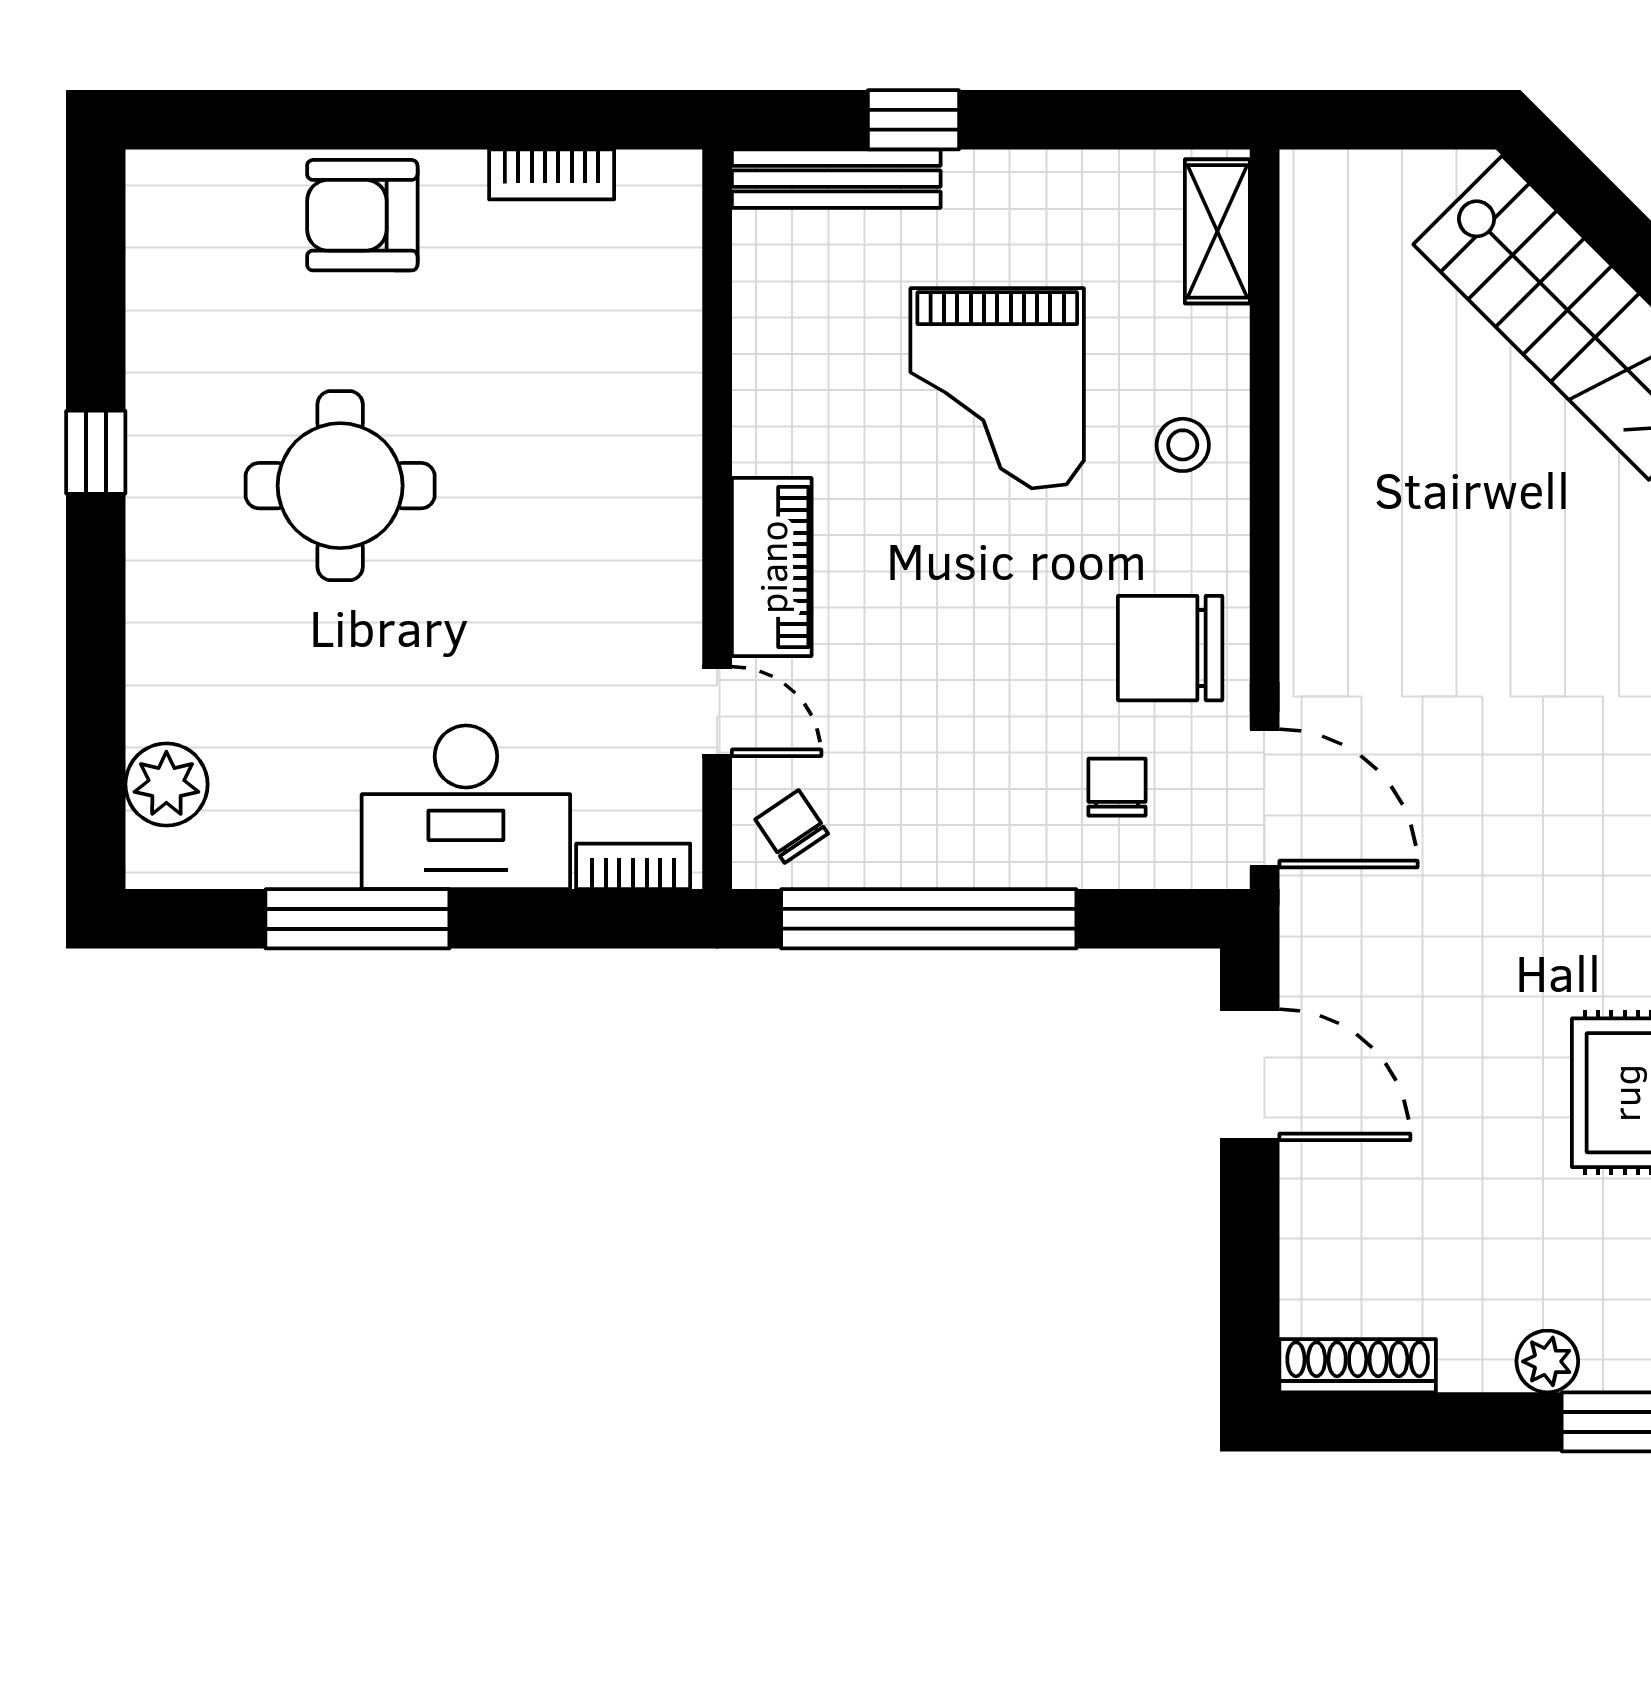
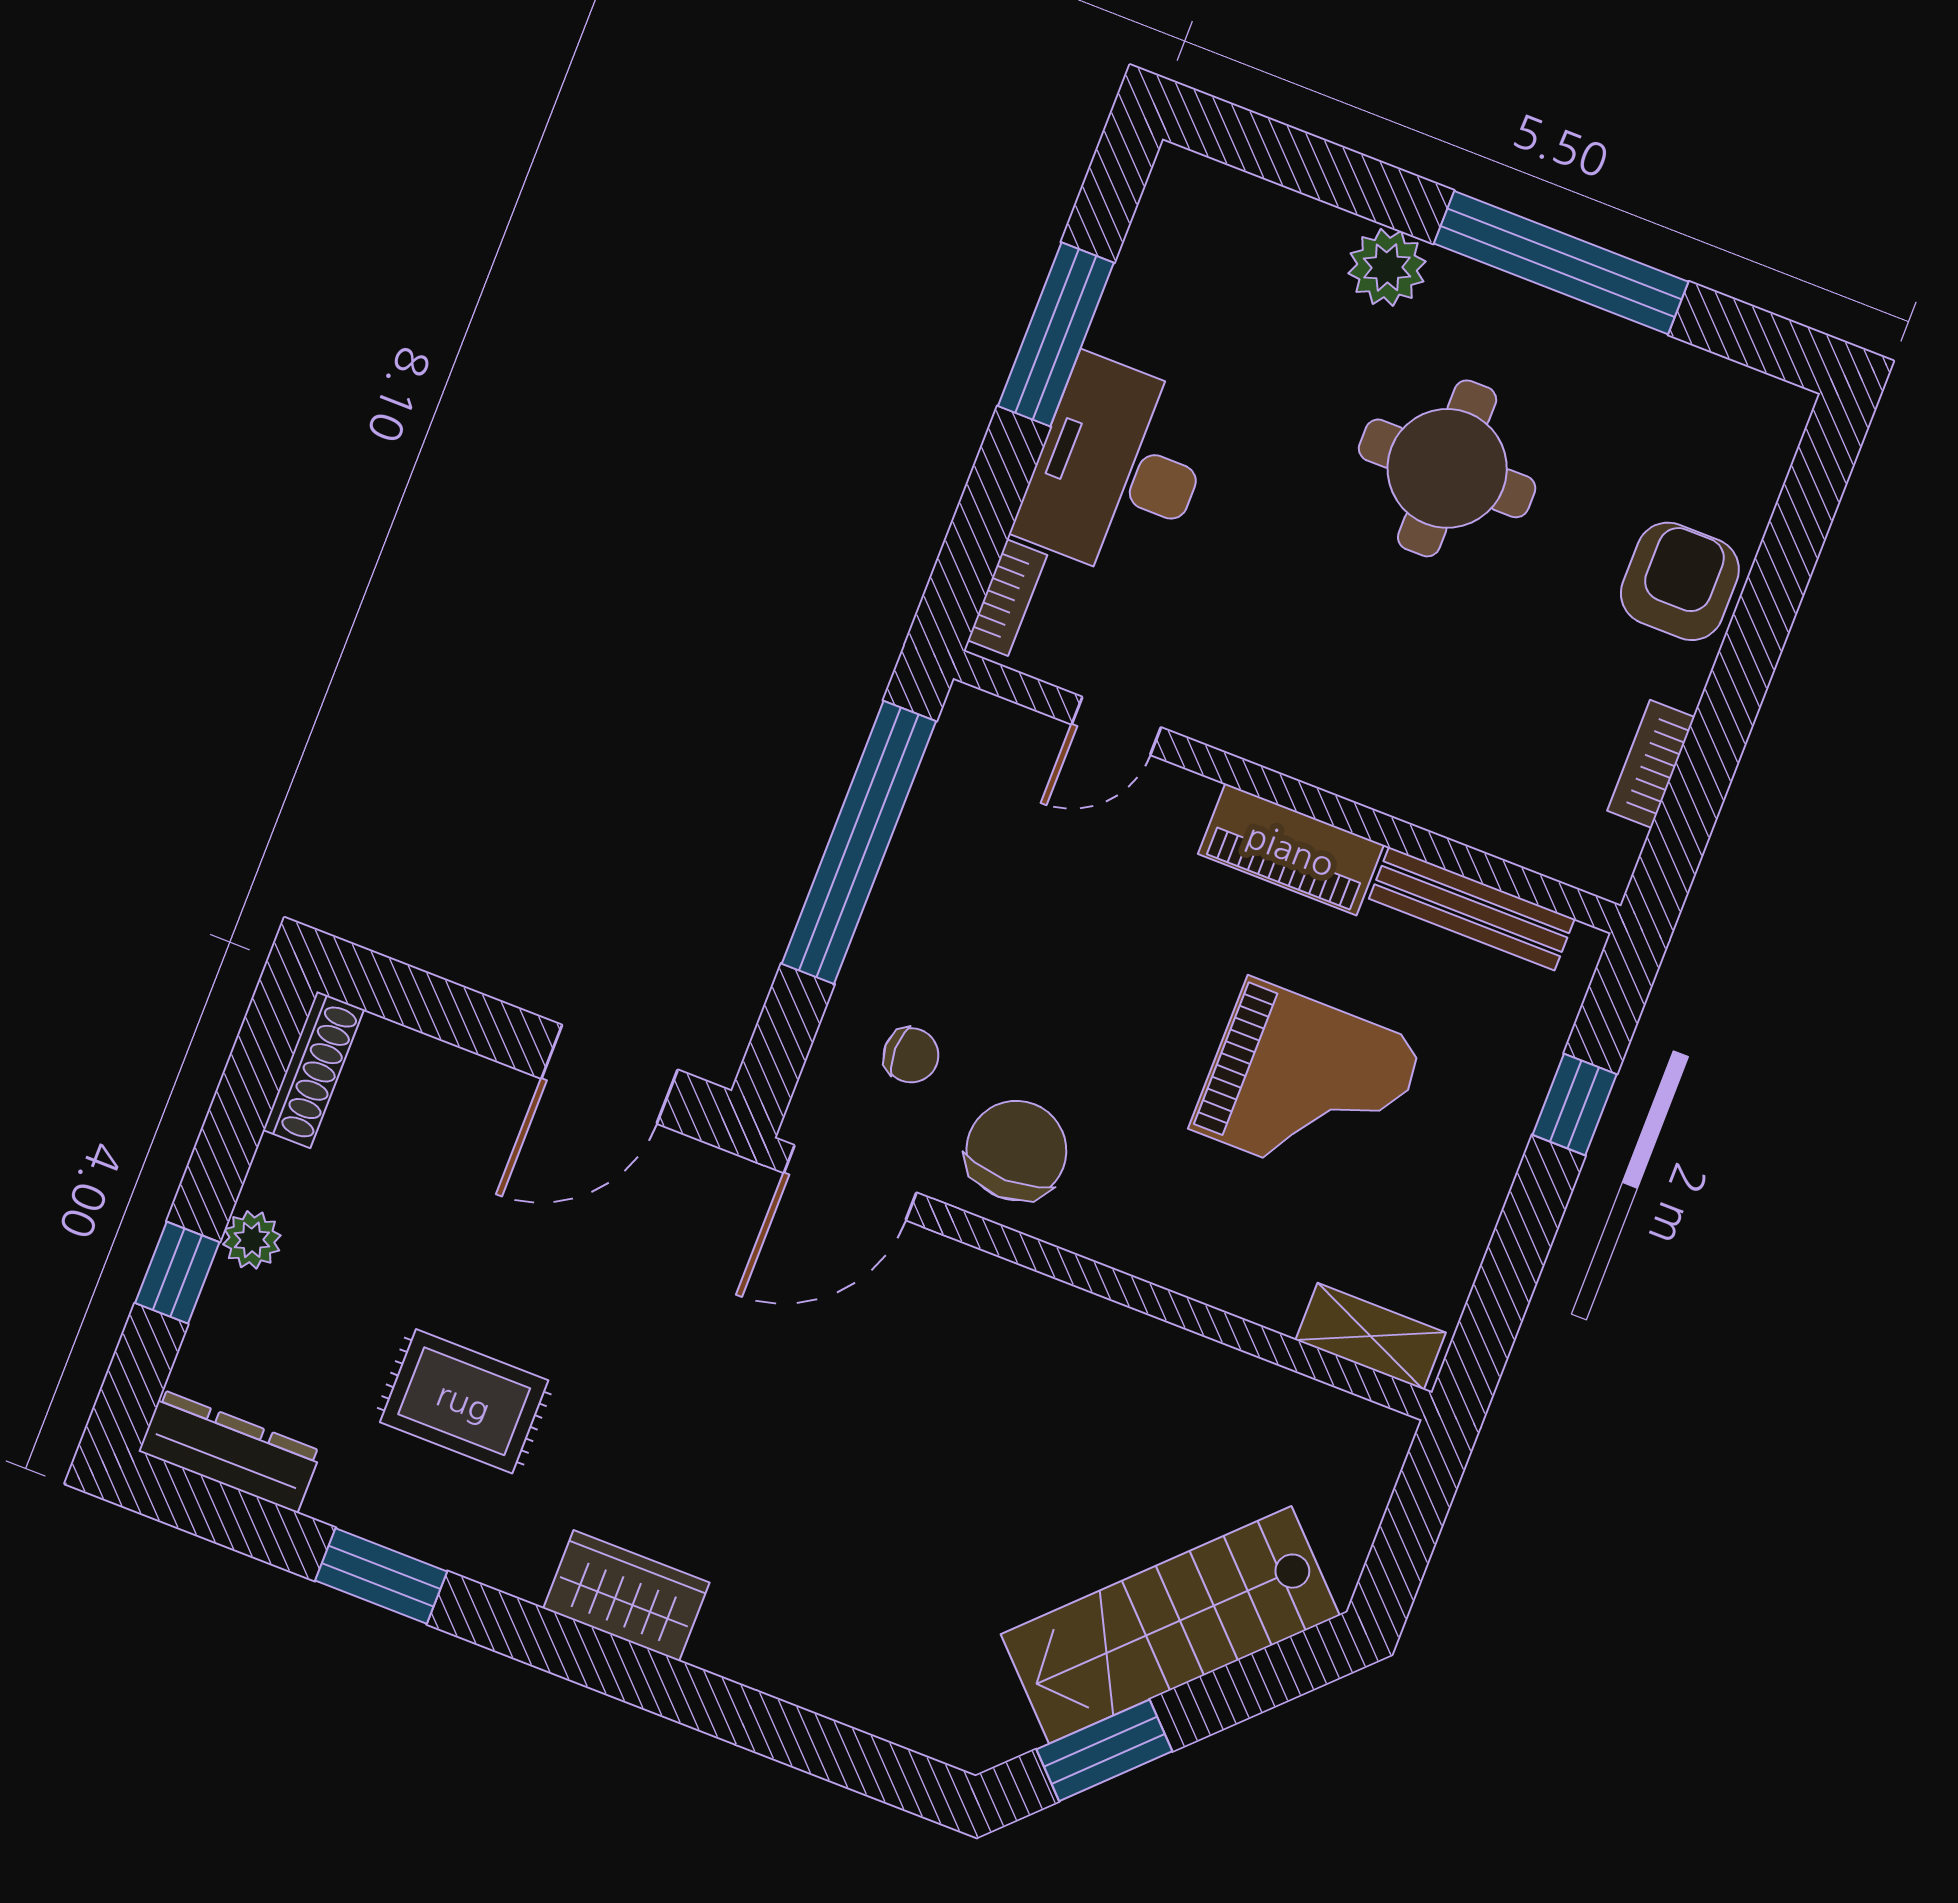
bench: (836, 179) -> (1472, 909), moved, turned 90
grand piano: (997, 388) -> (1307, 1086), turned 180
stool: (1183, 445) -> (1193, 1232), removed
window: (96, 452) -> (1561, 263), width x3.17
piano: (772, 567) -> (1291, 849), moved
plant: (166, 784) -> (1387, 267), moved
chair: (792, 827) -> (988, 752), removed

